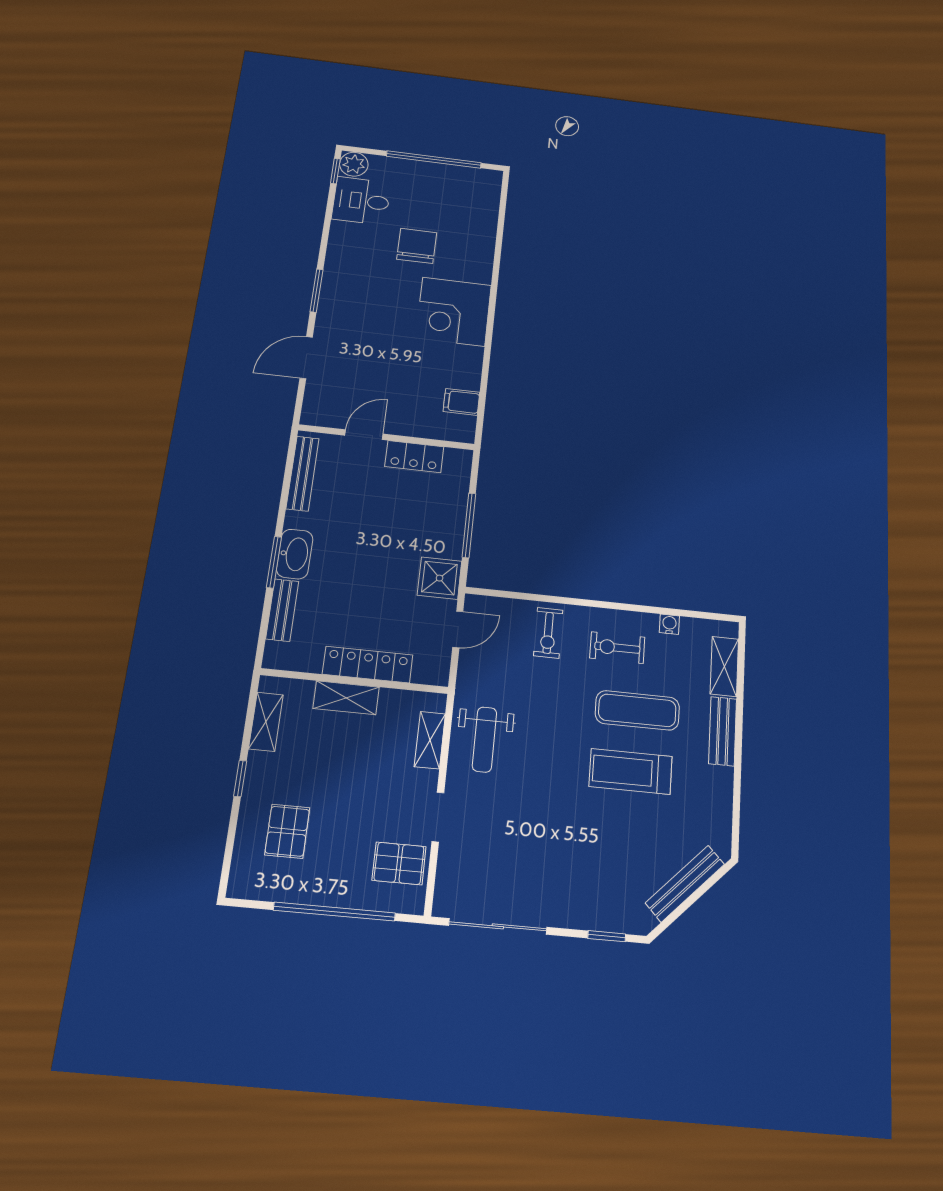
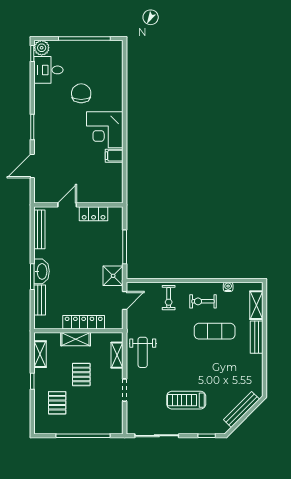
filing cabinet: (461, 402) -> (114, 156), moved
treadmill: (631, 771) -> (186, 400), moved
pallet: (399, 863) -> (81, 374), moved, turned 90

